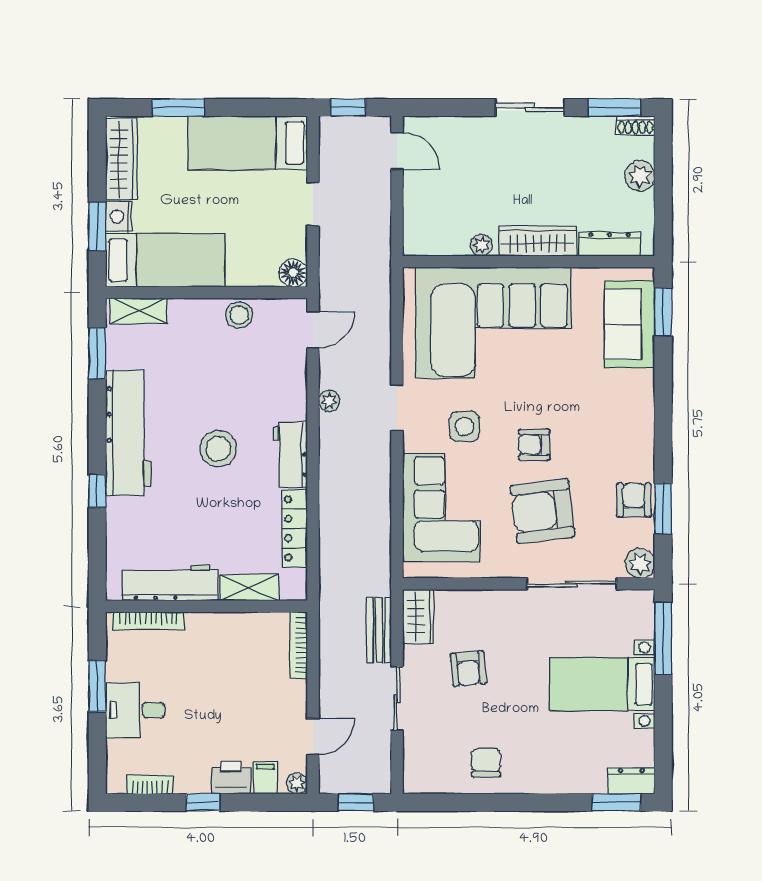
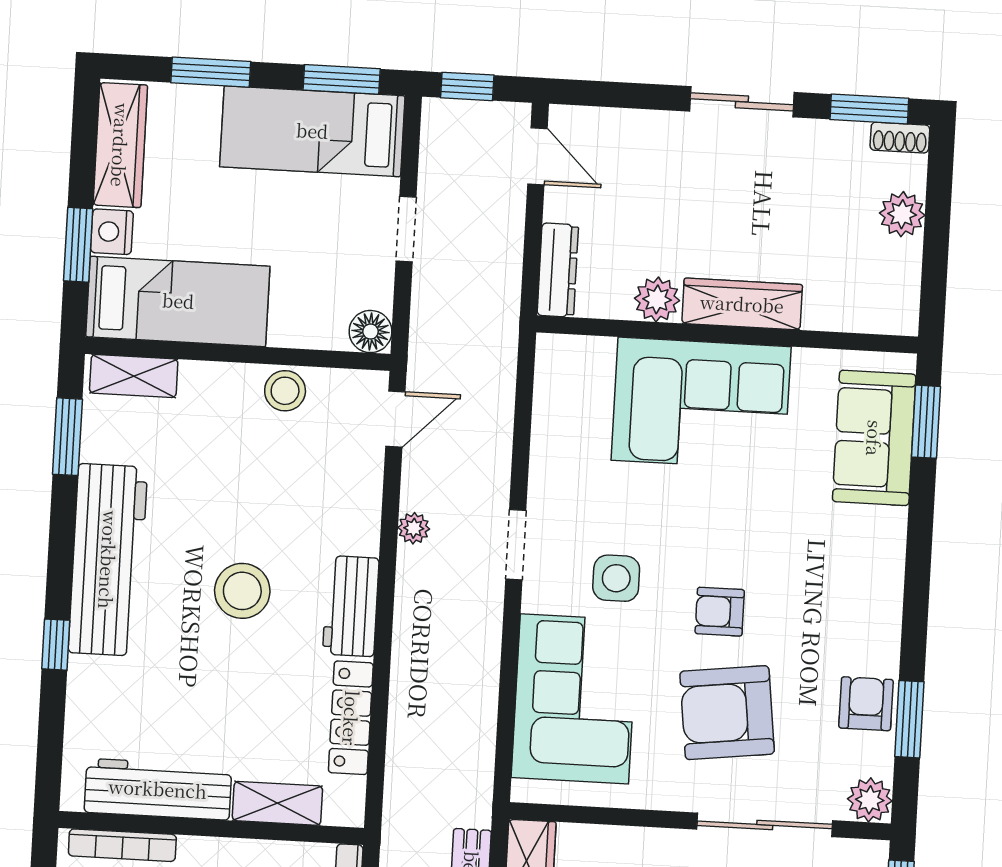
window: (265, 108) -> (342, 79), added
dresser: (609, 244) -> (558, 270), moved, turned 90
plant: (481, 245) -> (657, 299), width x1.38, depth x1.38
corner sofa: (493, 323) -> (701, 403), width x0.73, depth x0.74

